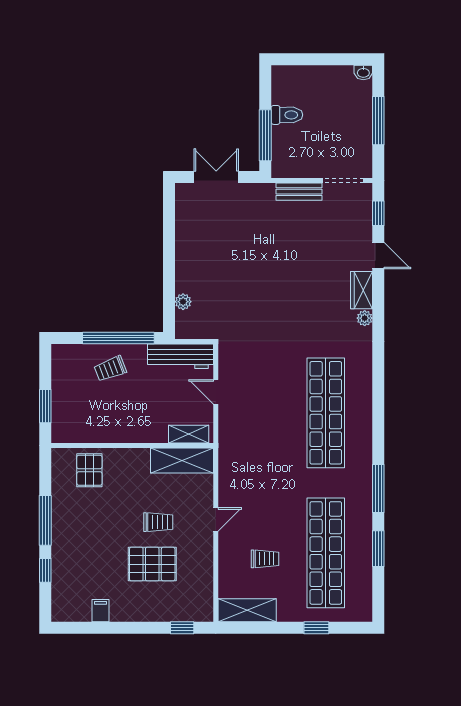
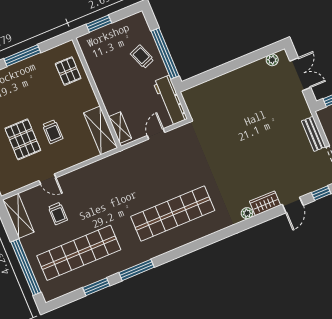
plant: (183, 302) -> (272, 60), moved
pallet: (89, 470) -> (68, 71), turned 90
door: (216, 519) -> (47, 179), moved
window: (316, 628) -> (26, 267), width x3.17

